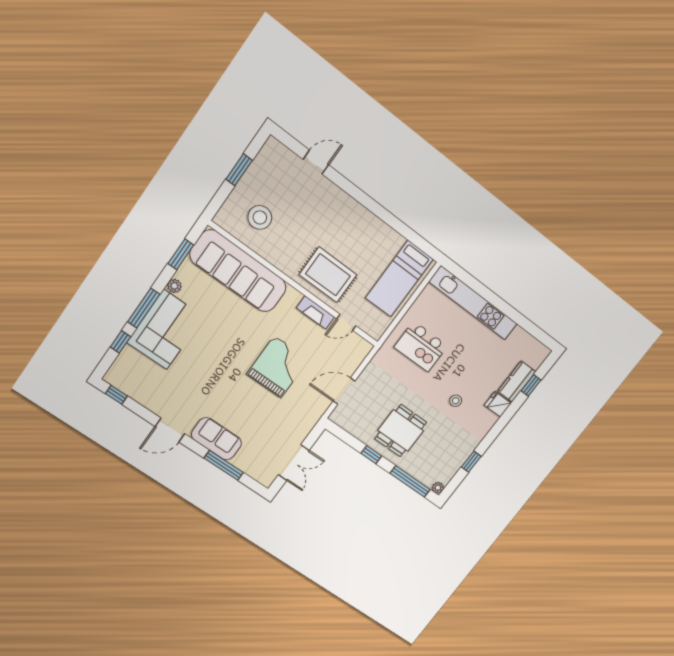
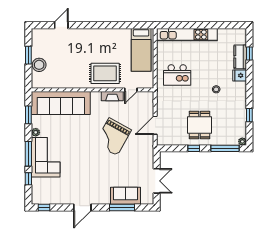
stool: (260, 217) -> (39, 65), moved
grand piano: (278, 367) -> (113, 137), turned -151
sofa: (216, 439) -> (125, 196), moved

